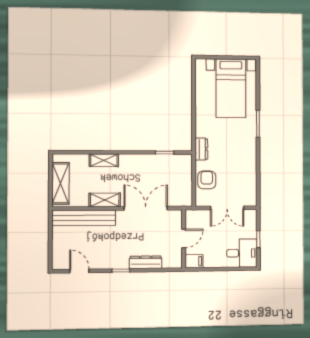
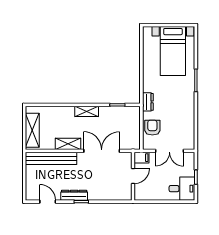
shelving: (104, 160) -> (87, 111), moved
filing cabinet: (194, 261) -> (142, 158), moved
dresser: (146, 262) -> (74, 195), moved

